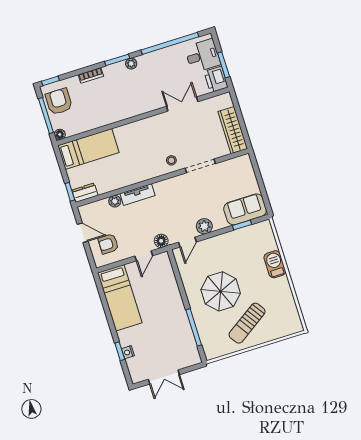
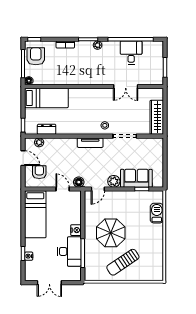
desk: (203, 56) -> (131, 53), moved, turned -90
printer: (216, 79) -> (156, 76), removed
double door: (182, 104) -> (126, 87), swing flipped
dresser: (85, 193) -> (47, 129), moved
tv unit: (137, 195) -> (90, 143), moved
plant: (115, 201) -> (39, 142), moved
sofa: (245, 209) -> (136, 178), moved
armchair: (108, 244) -> (39, 172), turned 90
door: (144, 256) -> (63, 189), swing flipped
barbecue: (275, 264) -> (157, 213), moved
nightstand: (176, 302) -> (76, 230), added
desk: (177, 331) -> (69, 251), added

